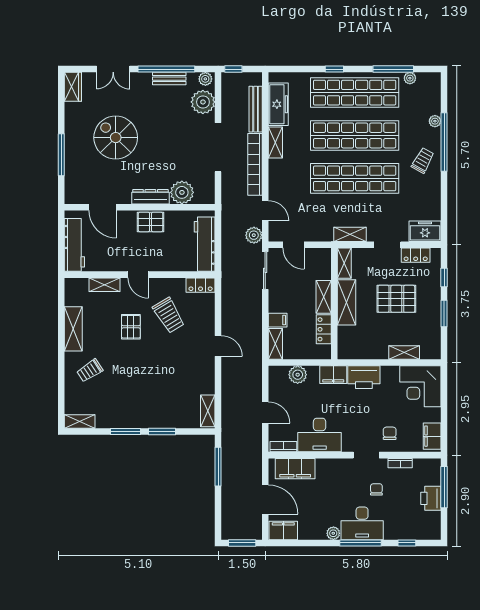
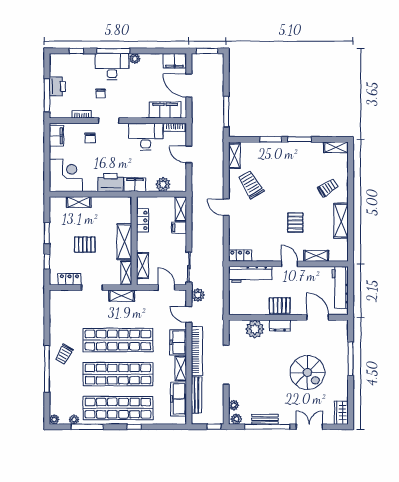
plant: (203, 102) -> (234, 405), width x0.53, depth x0.53
plant: (435, 121) -> (54, 420), moved
dresser: (150, 197) -> (280, 326), width x0.70
freezer: (425, 231) -> (178, 342), moved, turned 90
workbench: (205, 244) -> (250, 274), moved, turned 90
shelving: (324, 297) -> (142, 266), moved
pallet: (396, 299) -> (85, 245), width x0.67, depth x0.71
trolley: (169, 315) -> (251, 185), moved

